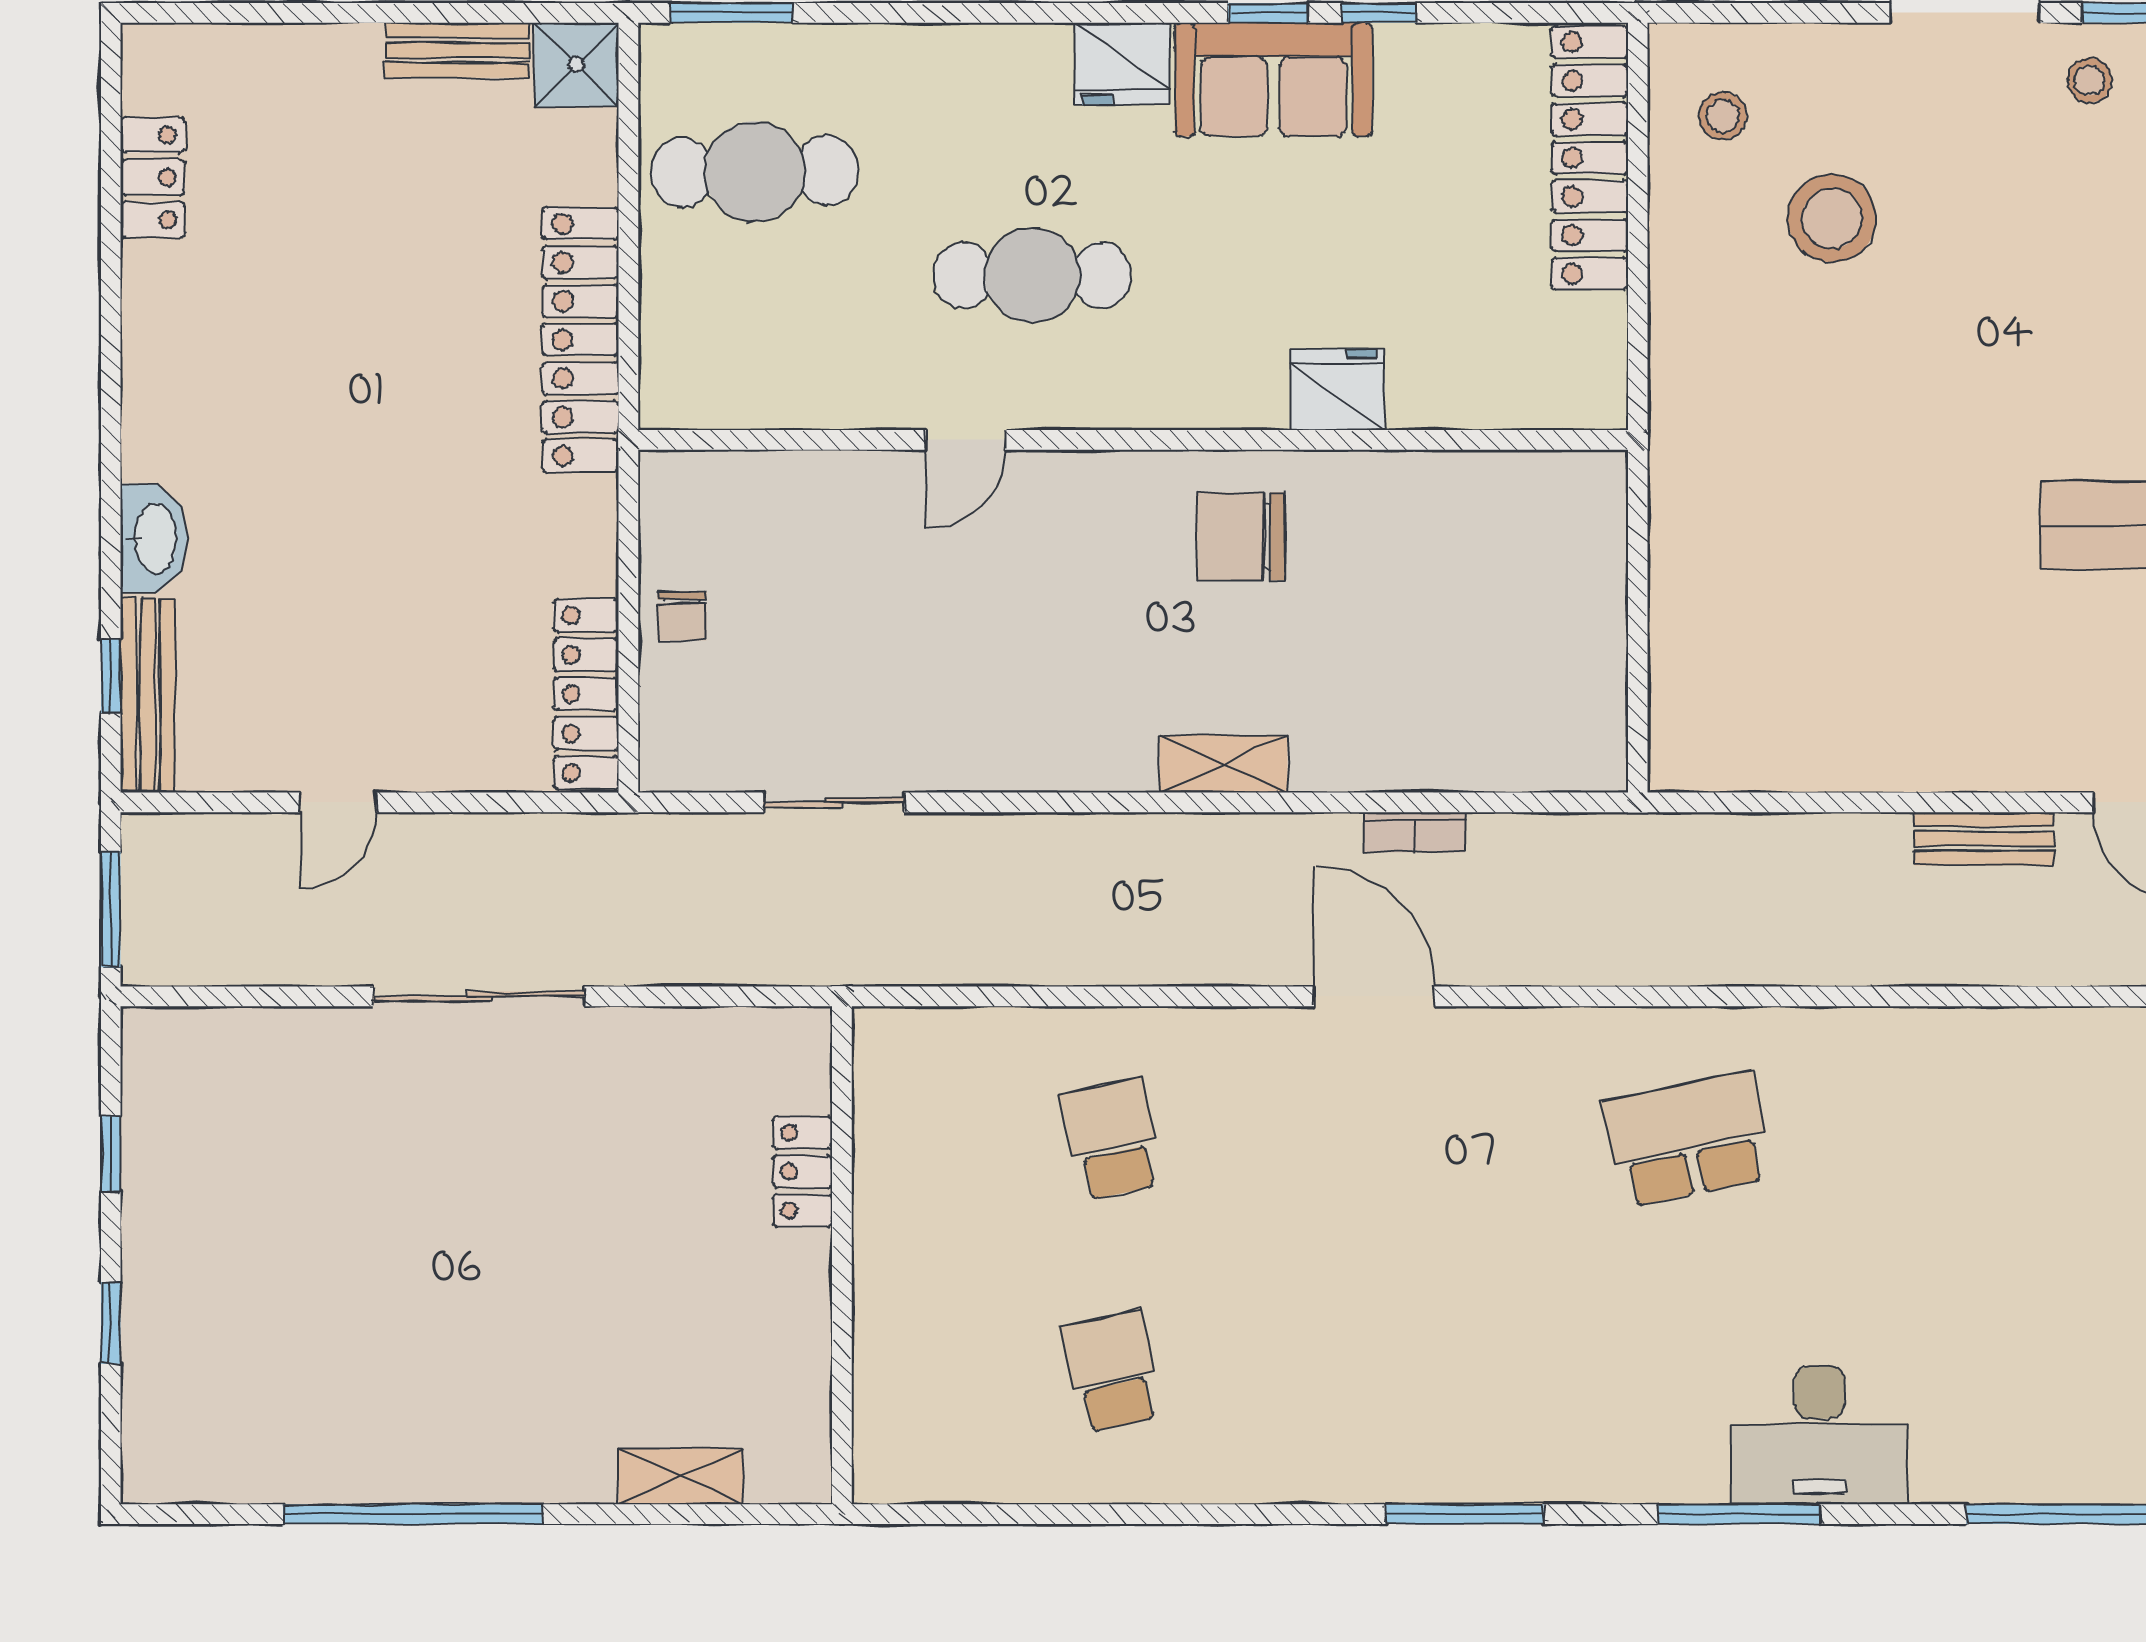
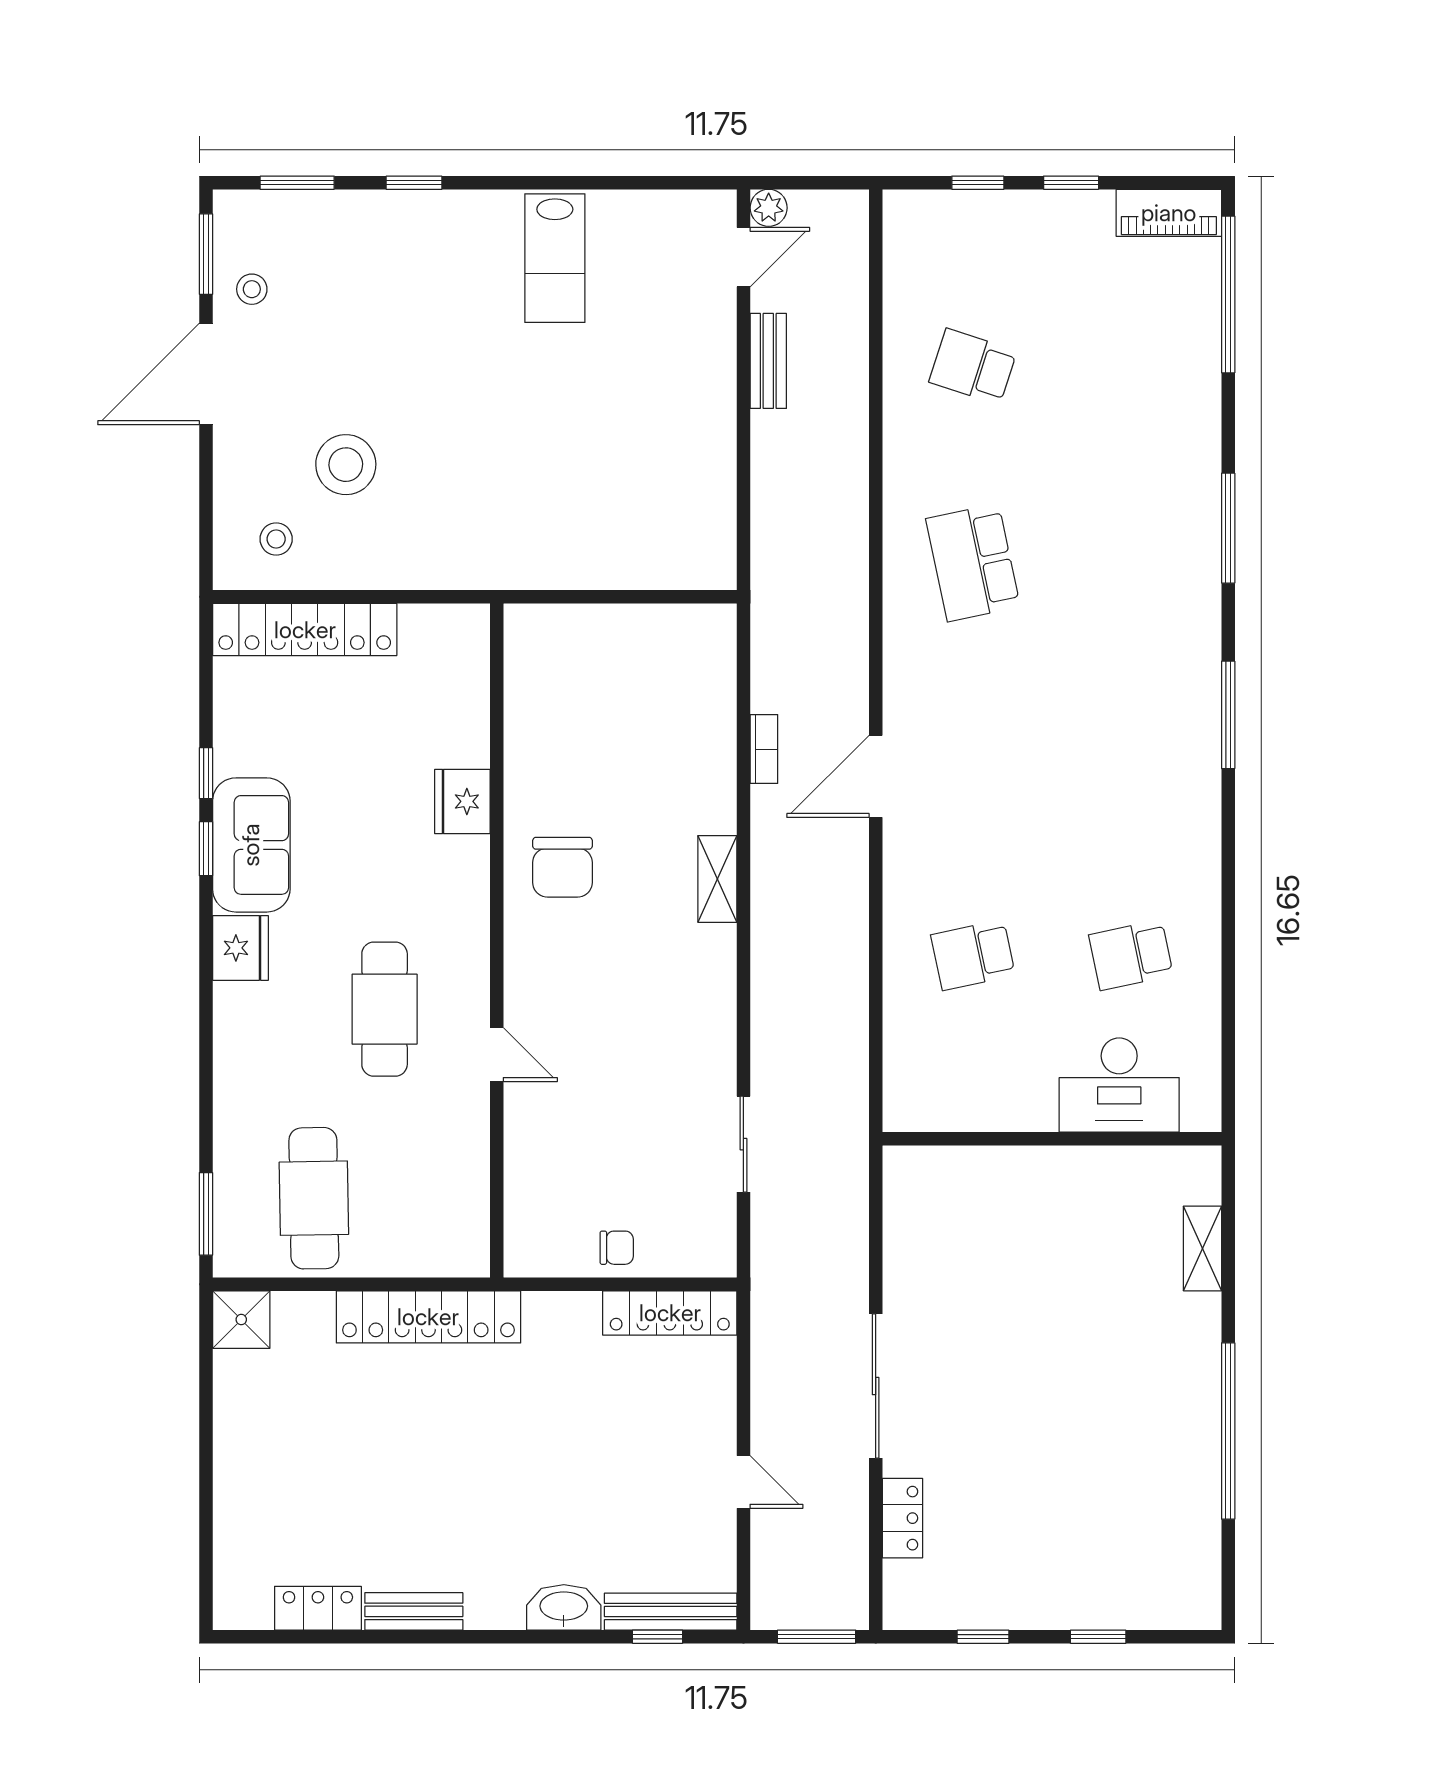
bench: (457, 50) -> (414, 1611), moved, turned 90
school desk: (1976, 1139) -> (973, 366), added
locker: (803, 1172) -> (902, 1518), moved, turned -90
desk: (1819, 1435) -> (1119, 1085), moved, turned 90

